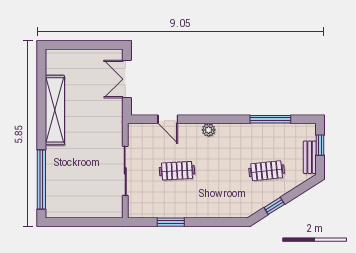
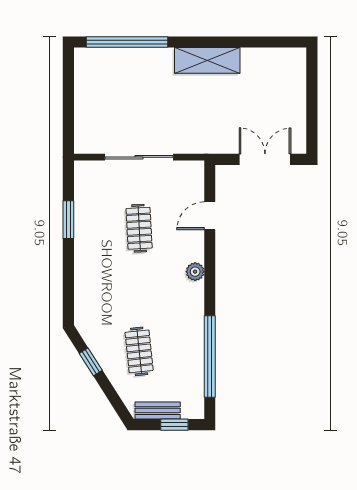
shelving: (55, 110) -> (207, 60), width x0.68
window: (270, 119) -> (210, 356), width x1.46

